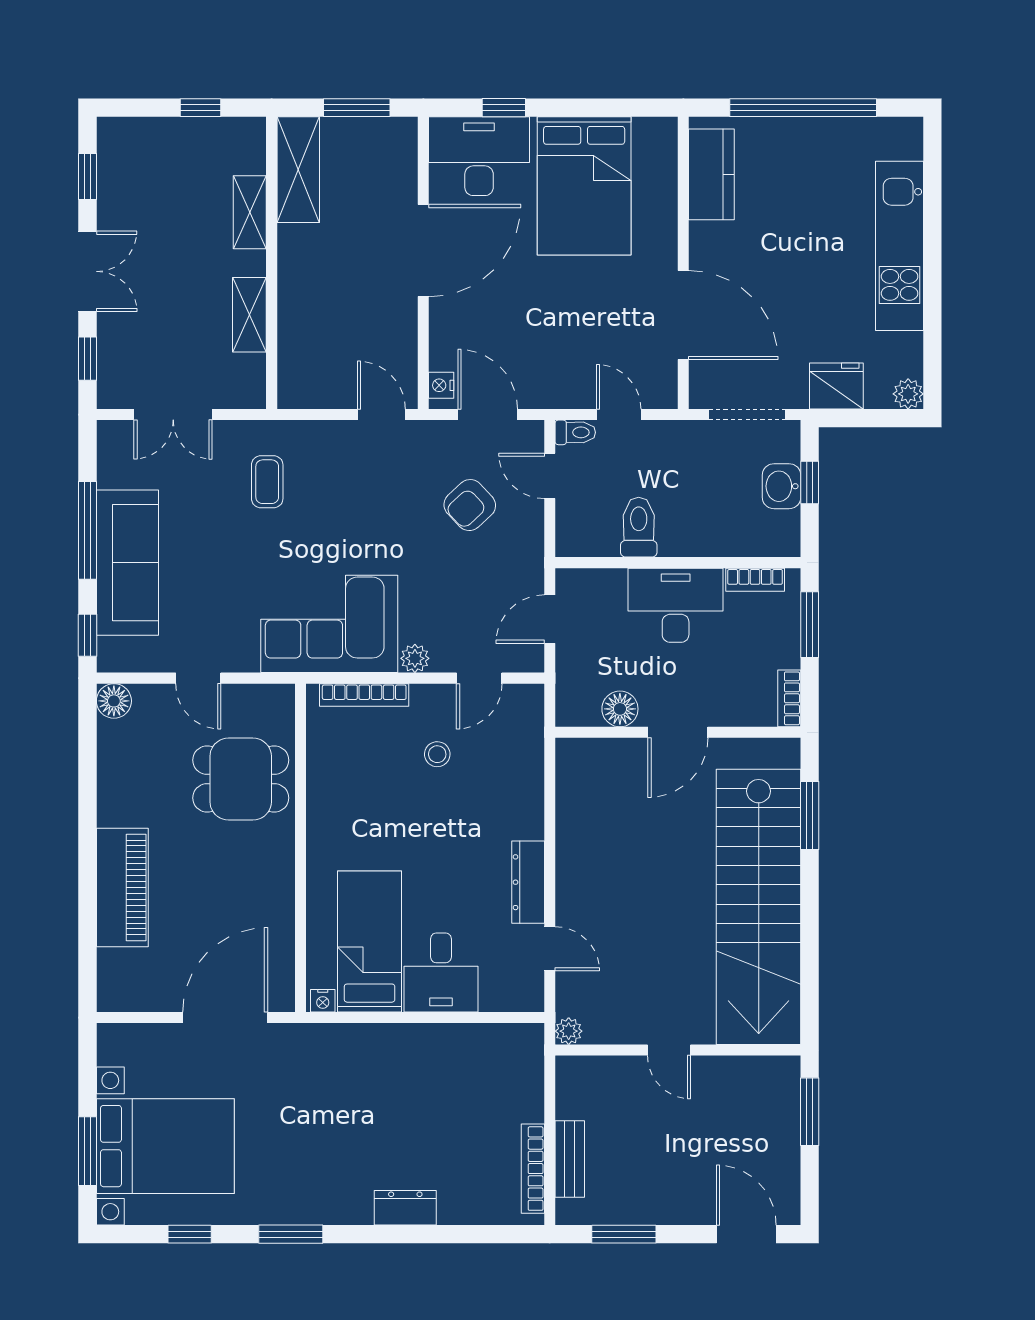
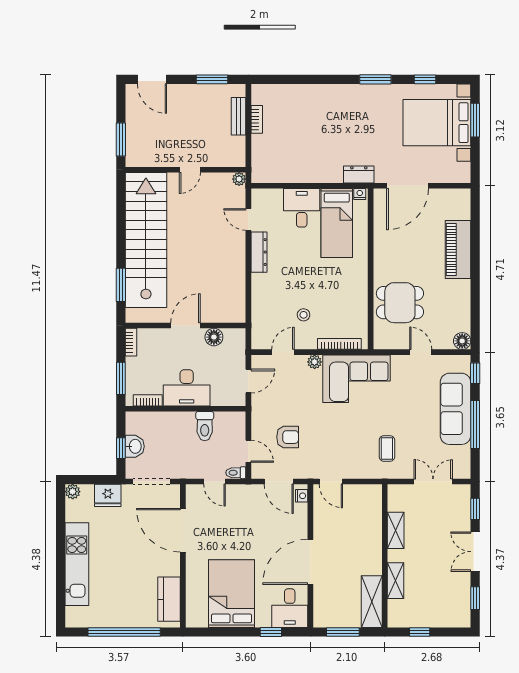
desk: (479, 156) -> (290, 608), width x0.73
armchair: (470, 505) -> (288, 437), turned 43
door: (669, 1050) -> (190, 170), swing flipped
bookcase: (533, 1169) -> (257, 119), width x0.64
dresser: (405, 1208) -> (359, 174), moved, turned 180

